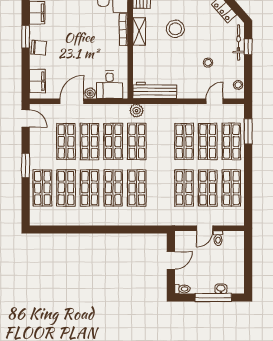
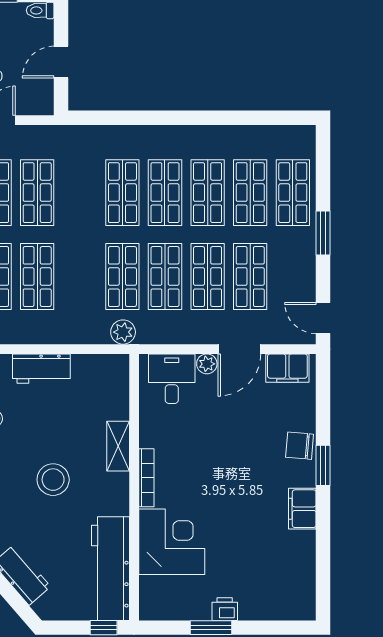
shelving: (139, 31) -> (118, 446), moved
filing cabinet: (37, 81) -> (287, 368), moved, turned -90
workbench: (155, 90) -> (41, 369), moved, width x0.73

